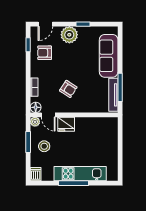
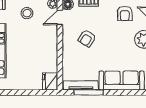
armchair: (45, 53) -> (125, 14), turned 180
fridge: (66, 124) -> (50, 81), moved

